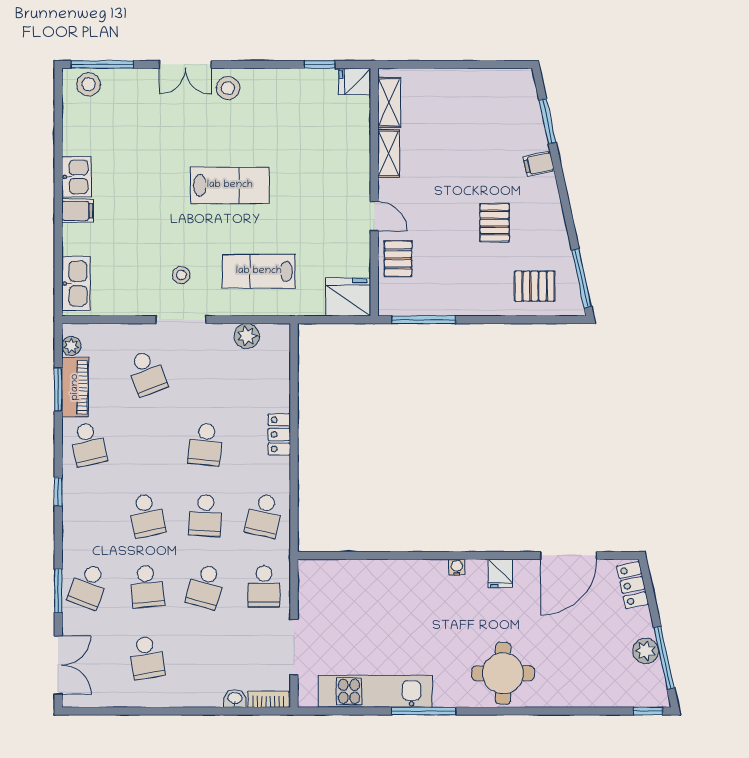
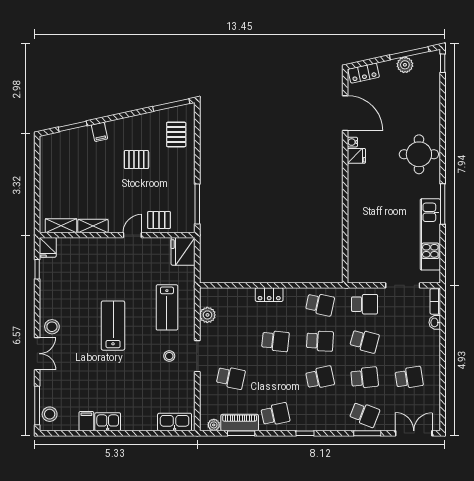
filing cabinet: (77, 211) -> (86, 421), moved
school desk: (147, 373) -> (231, 378), turned 33
water cooler: (457, 567) -> (352, 142), moved

